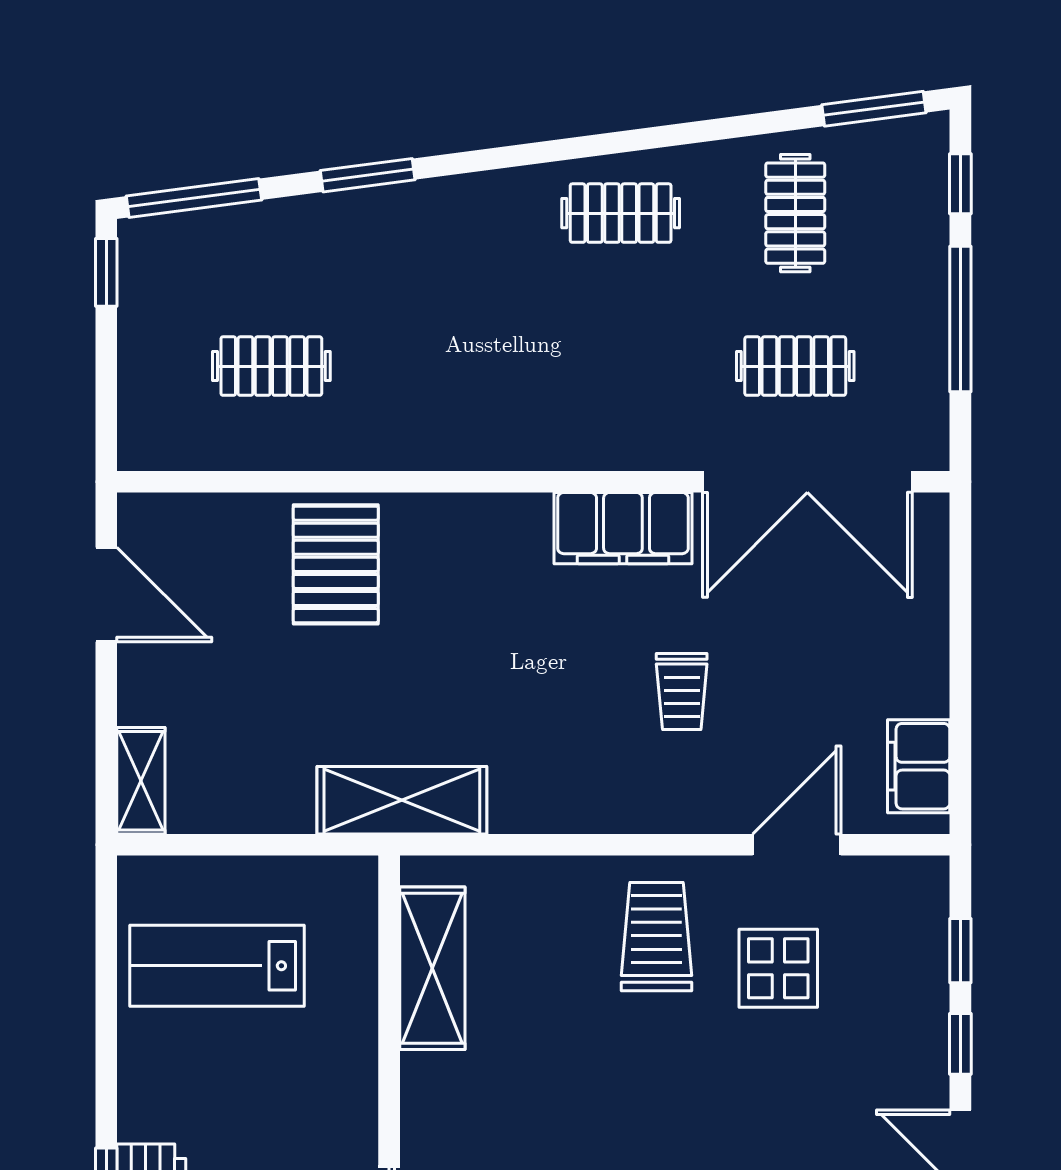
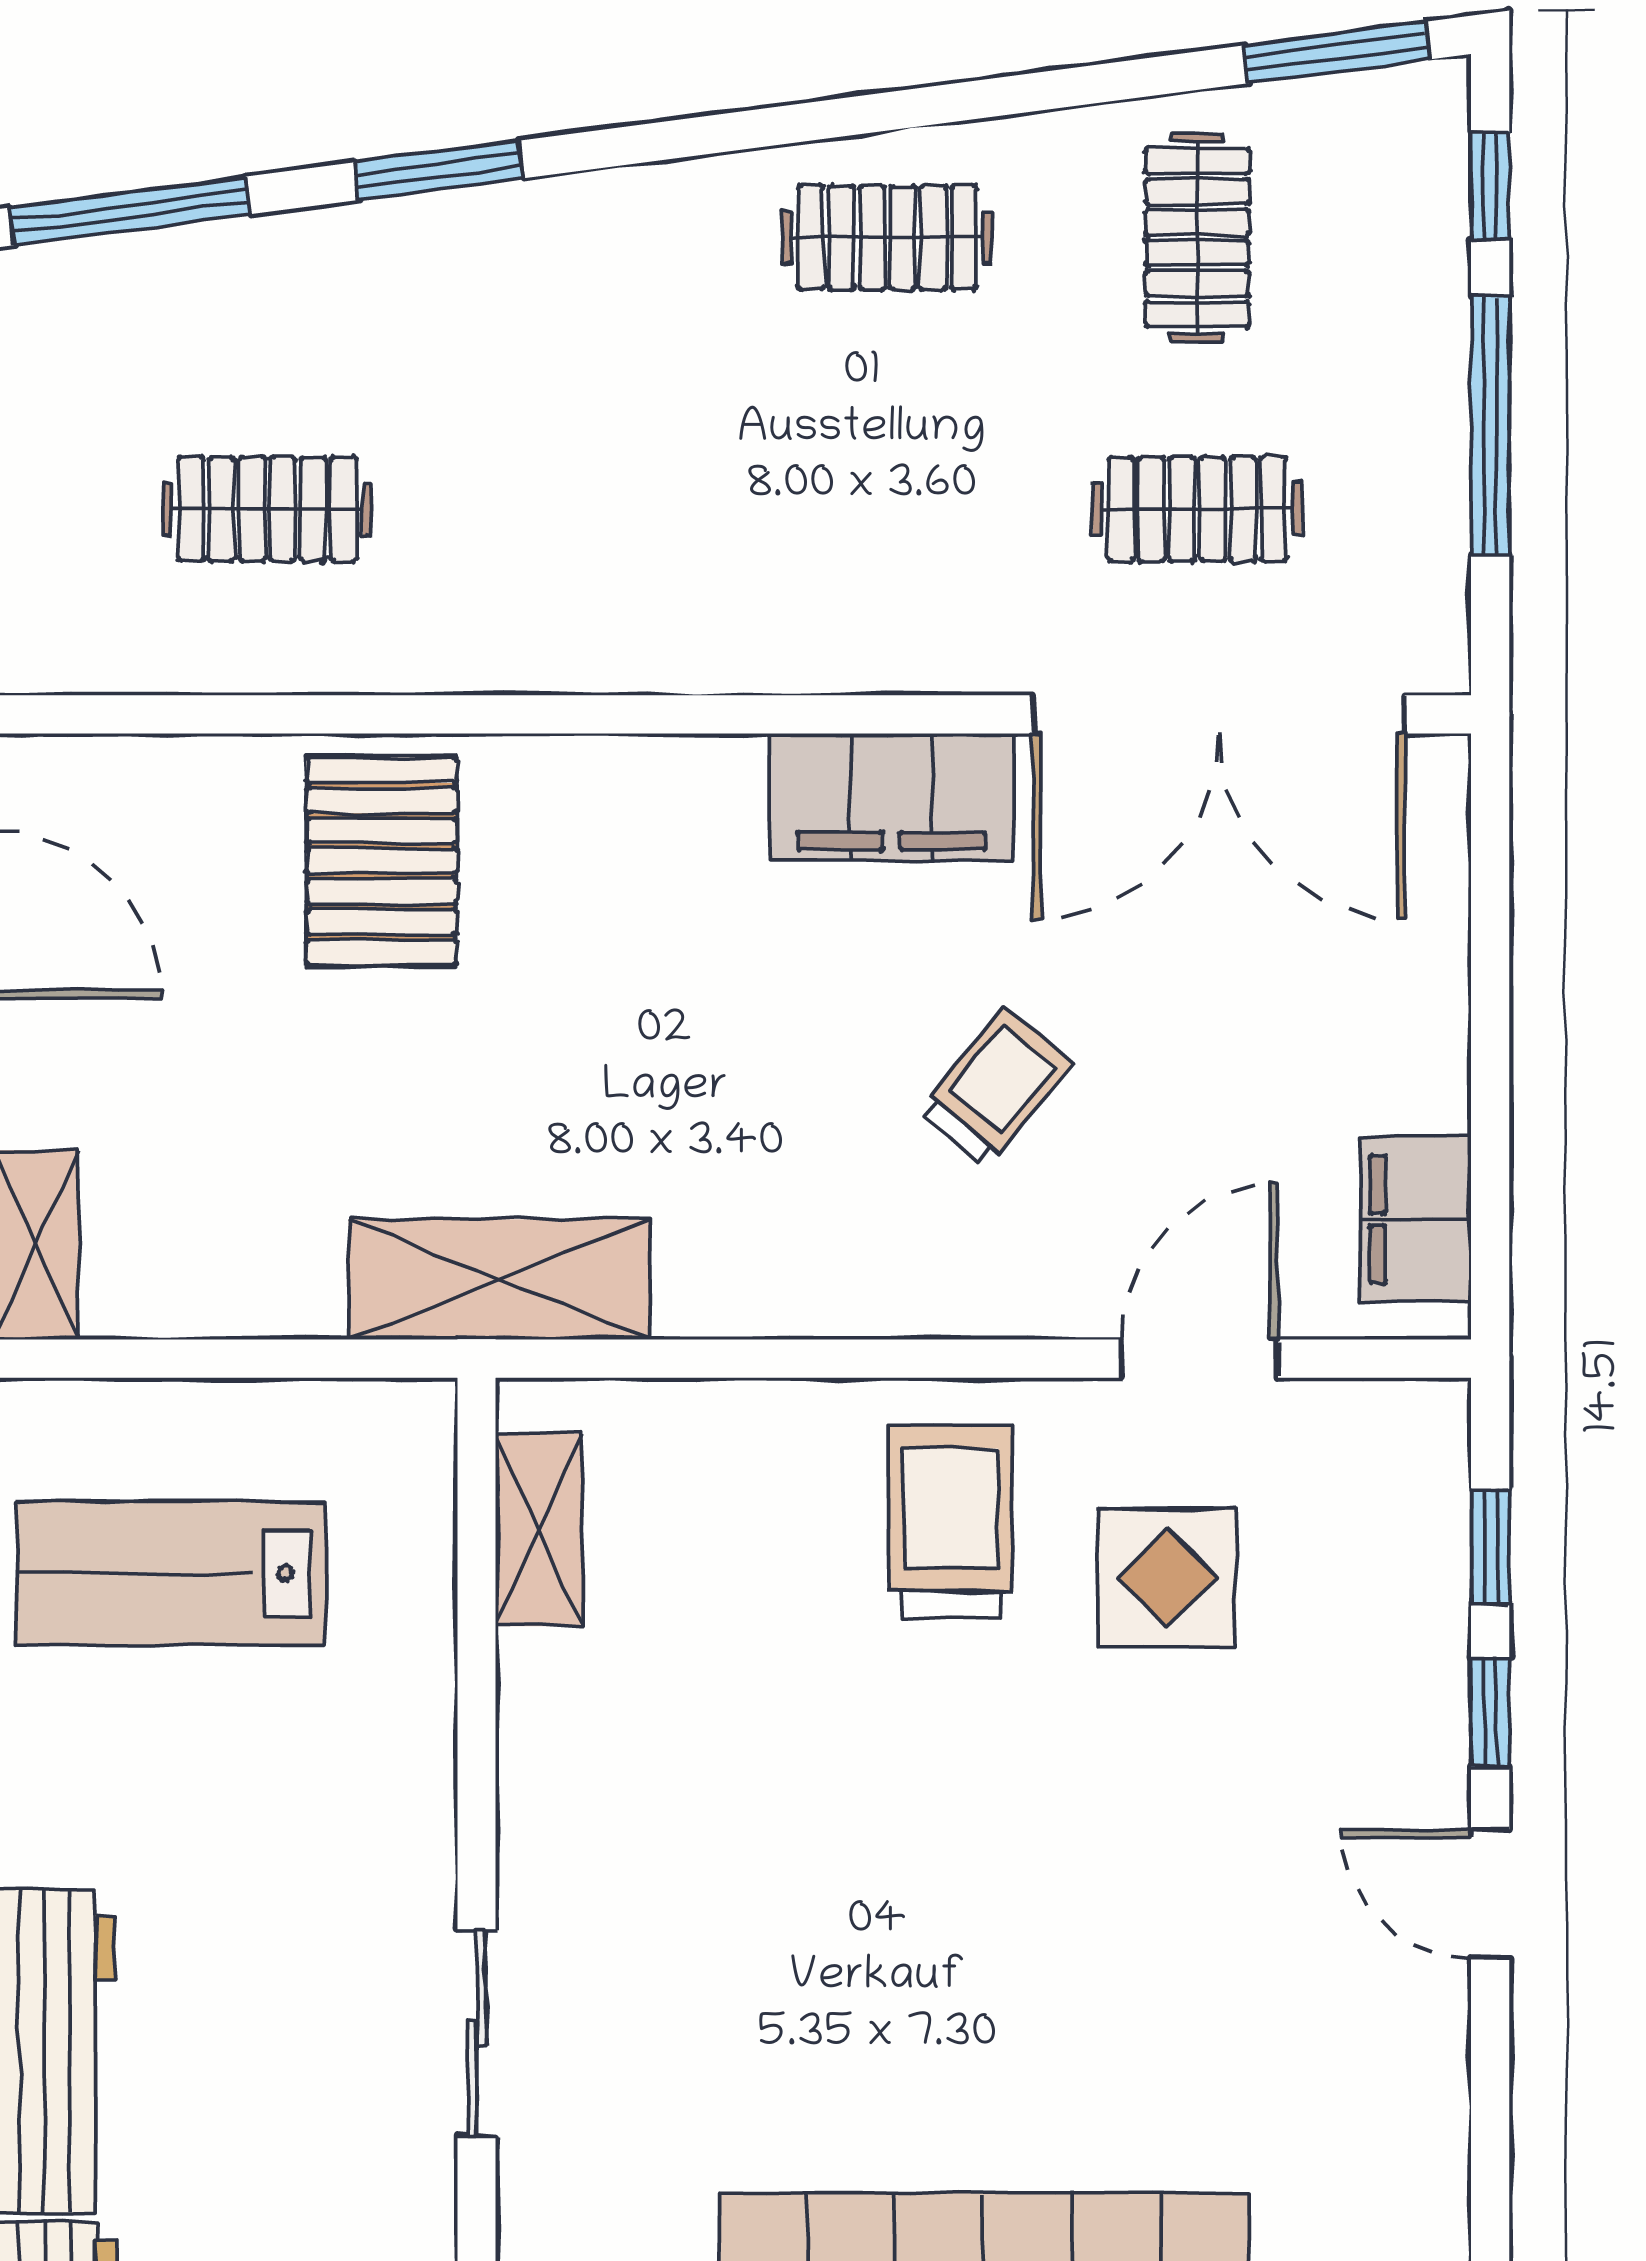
trolley: (682, 691) -> (996, 1086), turned -140
shelving: (432, 968) -> (539, 1530), width x0.67, depth x0.75

